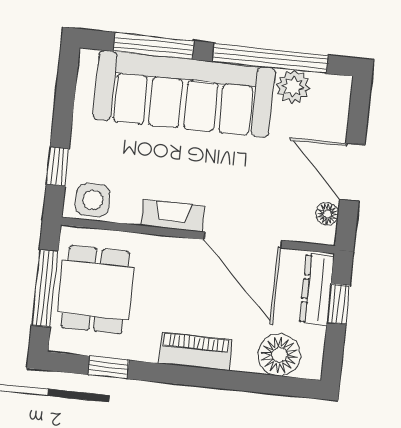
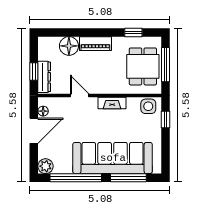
plant: (293, 87) -> (46, 166), moved
door: (352, 172) -> (34, 131), hinge flipped
door: (243, 240) -> (80, 95), width x0.53
floor lamp: (279, 355) -> (69, 46), moved

